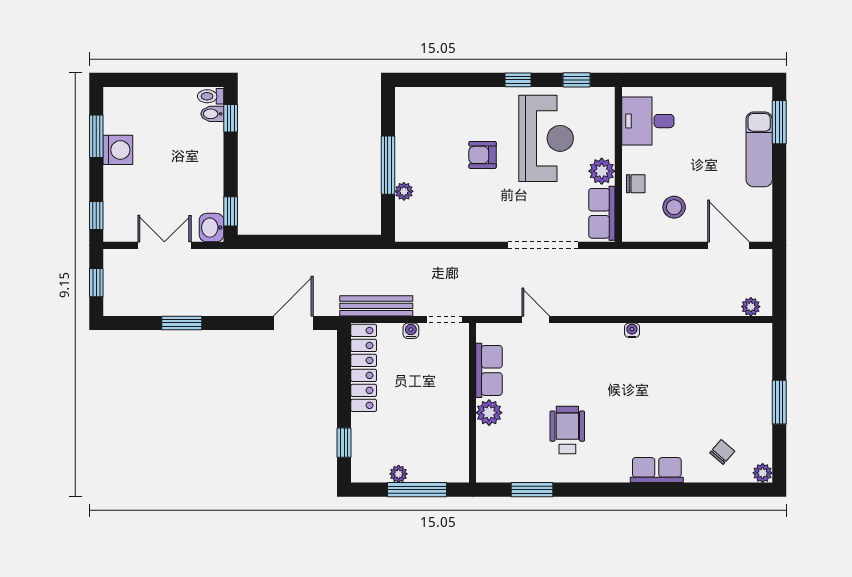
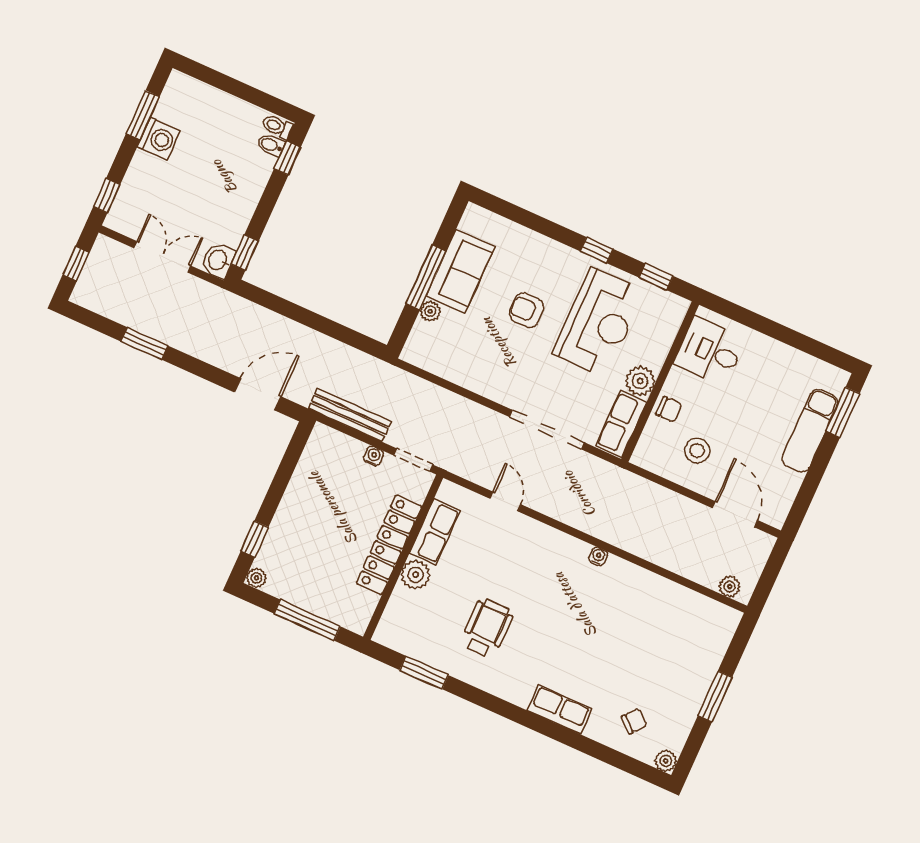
sofa: (414, 147) -> (460, 271), added
locker: (364, 368) -> (389, 545), moved, turned 180
plant: (399, 474) -> (256, 578), moved

